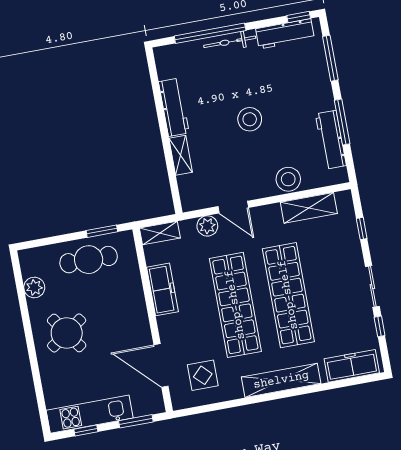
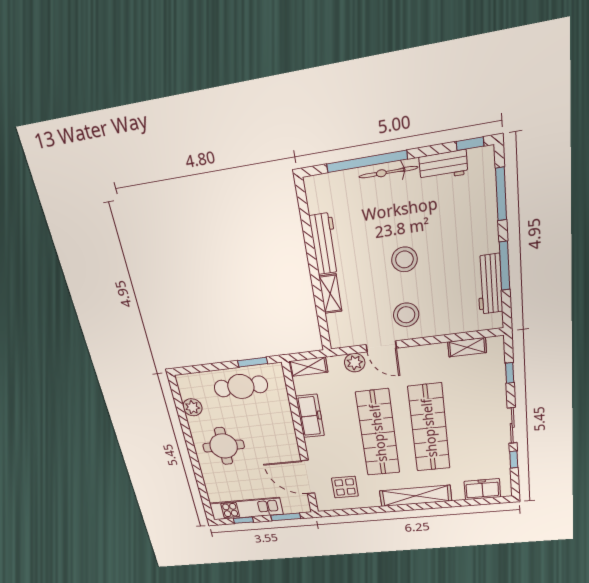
workbench: (285, 34) -> (443, 165), width x0.73
stool: (288, 179) -> (406, 315), moved
shelving: (309, 208) -> (467, 347), width x0.67, depth x0.75
round table: (67, 333) -> (224, 446), turned 35
freezer: (352, 366) -> (482, 489), width x0.71

